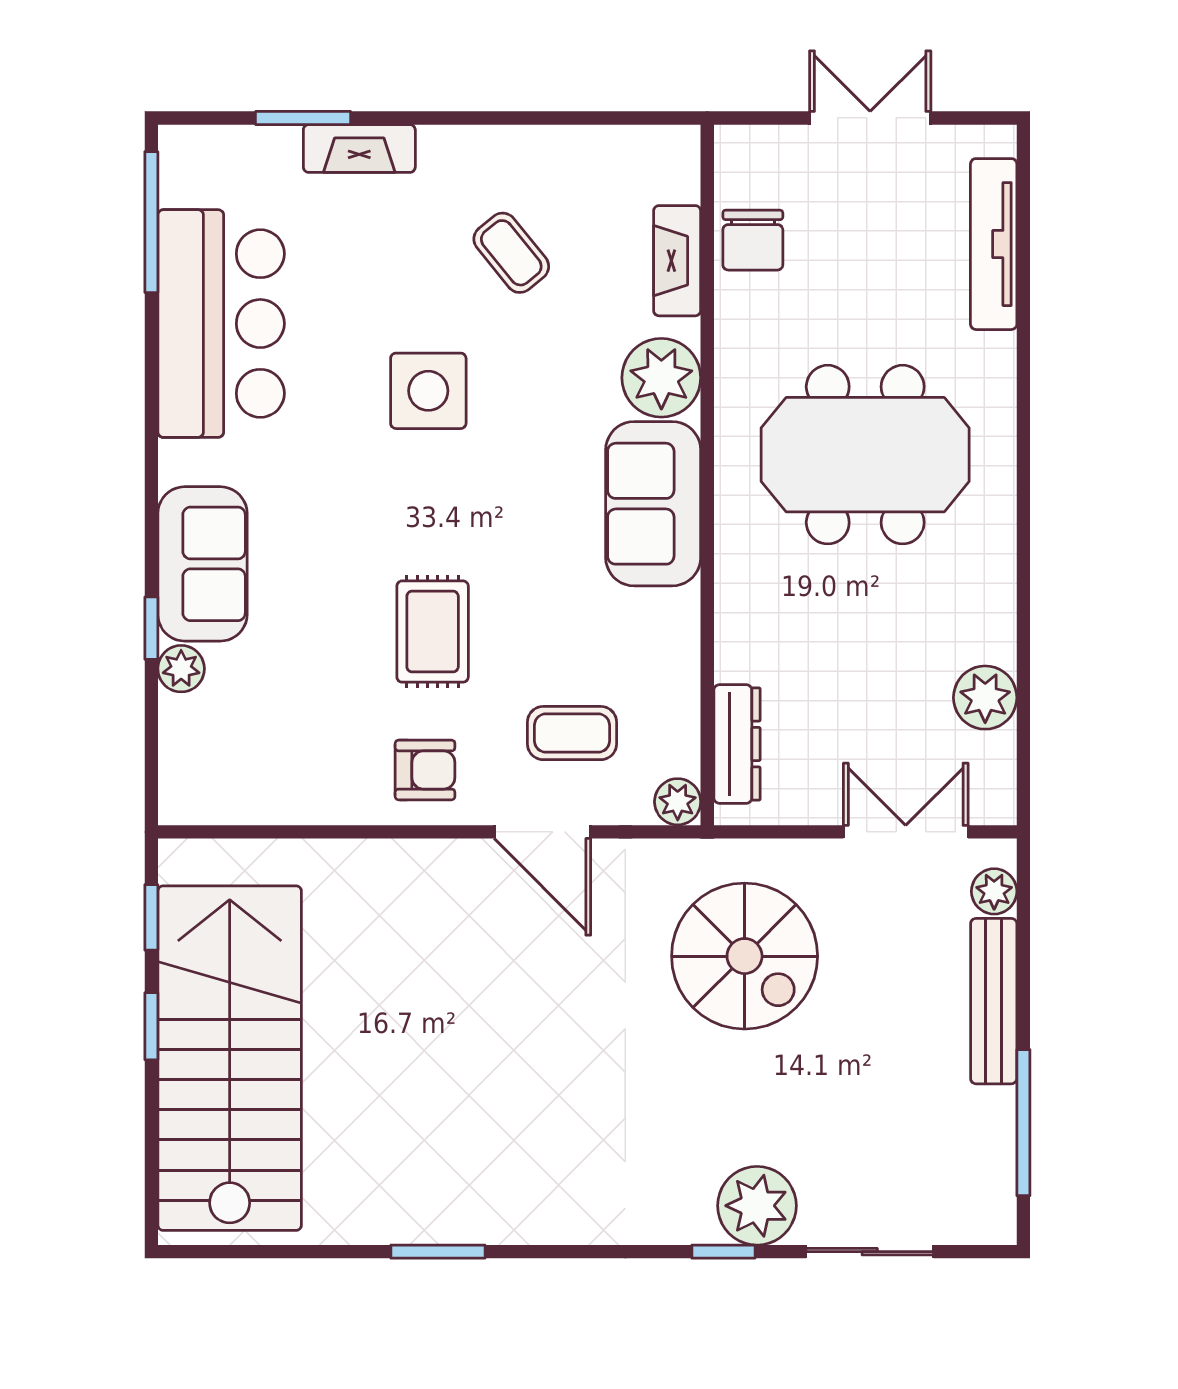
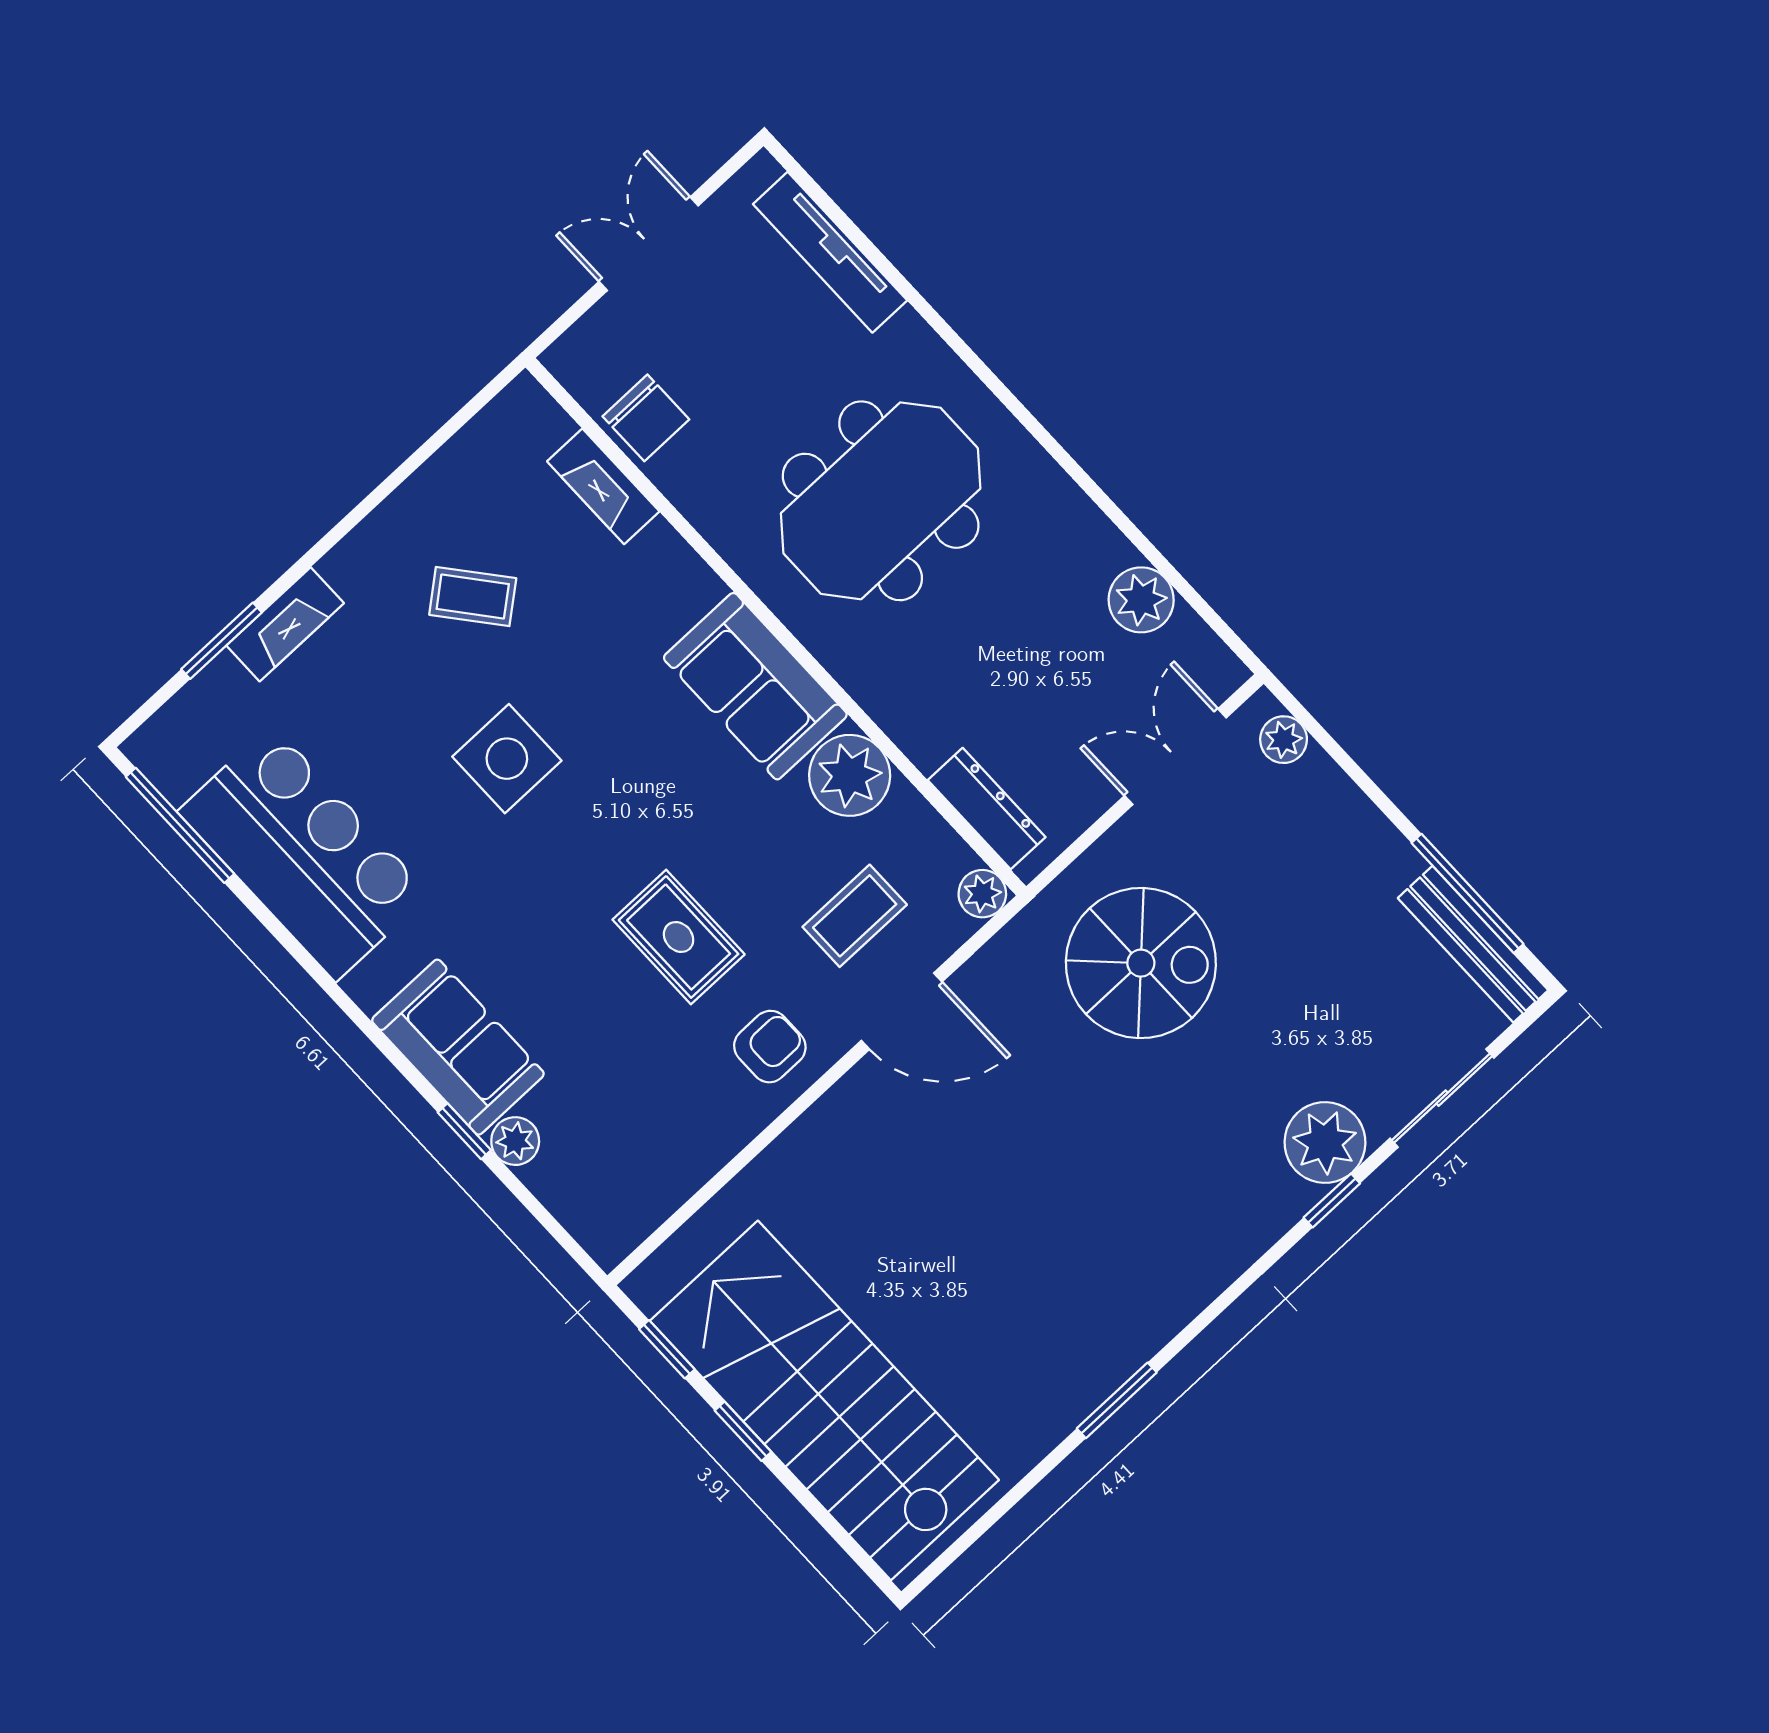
plant: (661, 378) -> (850, 775), moved
bench: (994, 1001) -> (1473, 944), moved

